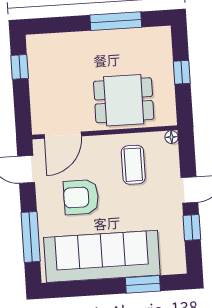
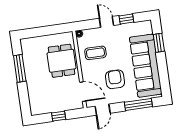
window: (20, 67) -> (59, 116), moved
window: (182, 72) -> (44, 31), removed
armchair: (81, 197) -> (115, 79), turned 180

